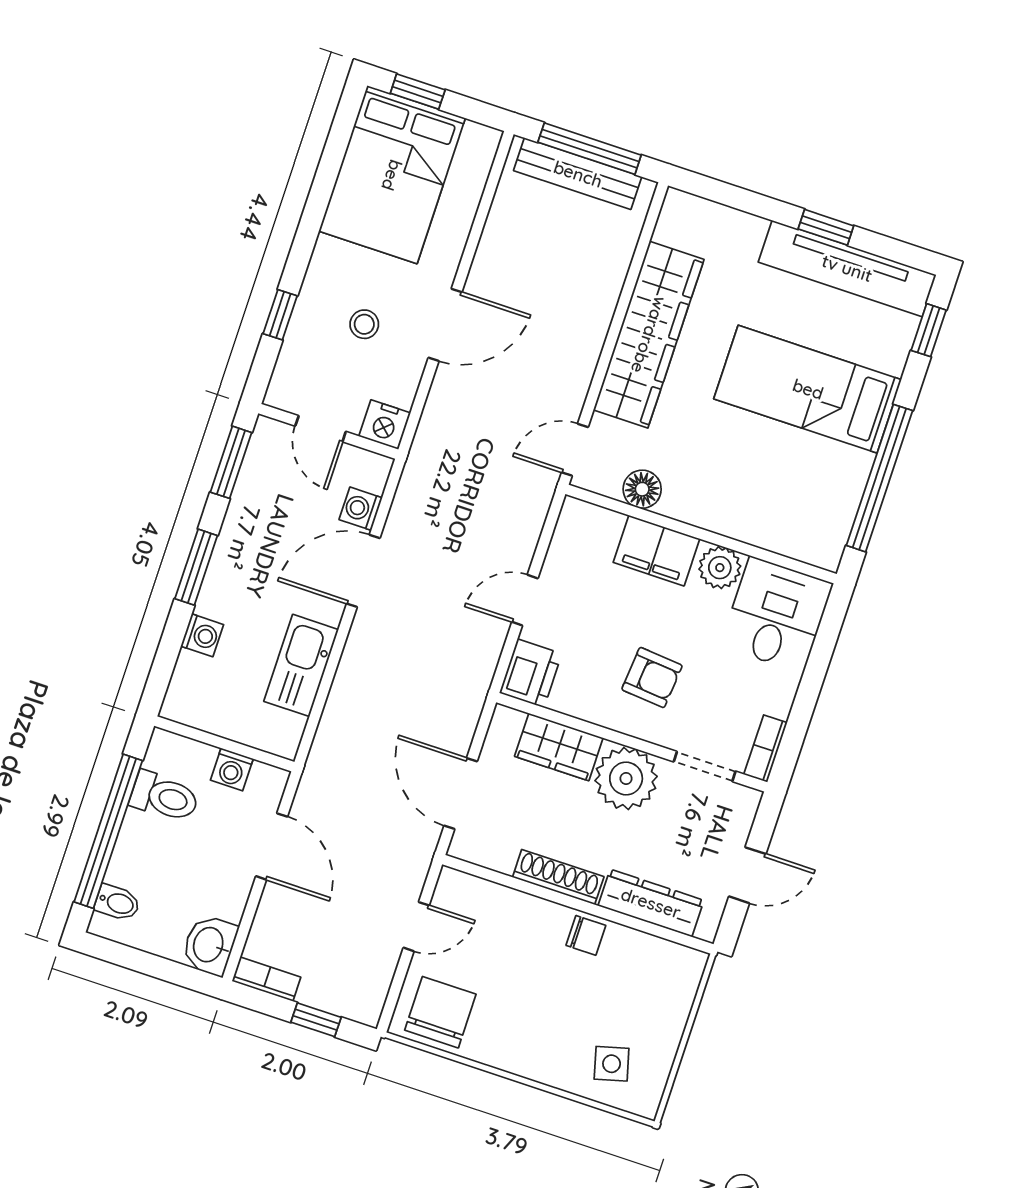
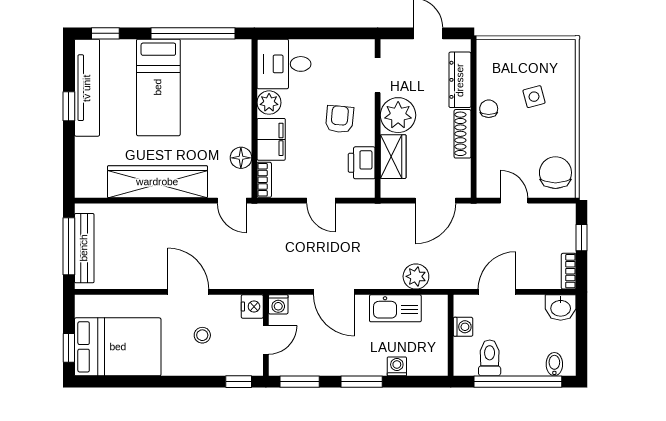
window: (280, 315) -> (239, 382), moved
washing machine: (361, 509) -> (278, 304), moved
printer: (531, 673) -> (362, 163), moved, turned -90
plant: (343, 718) -> (416, 276), added
bookcase: (766, 749) -> (264, 180), moved, turned -90
chair: (440, 1012) -> (555, 173), turned 90
side table: (612, 1064) -> (534, 97), moved

